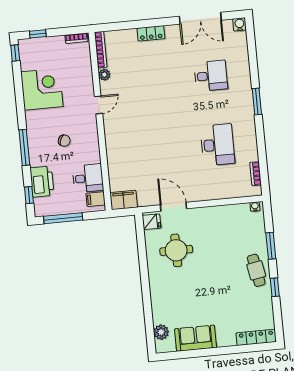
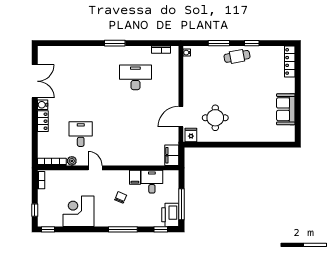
water cooler: (240, 24) -> (43, 105), moved
desk: (211, 76) -> (81, 134), moved
window: (257, 101) -> (115, 43), moved
printer: (42, 182) -> (170, 215), moved, turned -90
filing cabinet: (96, 199) -> (135, 177), moved
plant: (161, 332) -> (278, 136), removed

